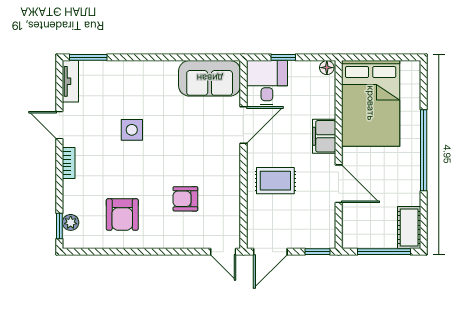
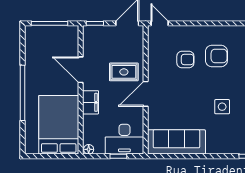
sofa: (210, 78) -> (176, 142), width x1.36
desk: (267, 82) -> (124, 139), width x1.37
door: (243, 125) -> (146, 94), moved
armchair: (122, 215) -> (216, 56), moved, turned 90
cot: (409, 227) -> (32, 40), removed

